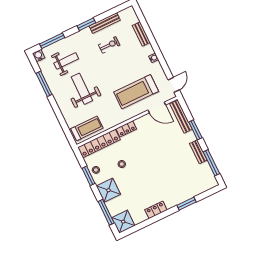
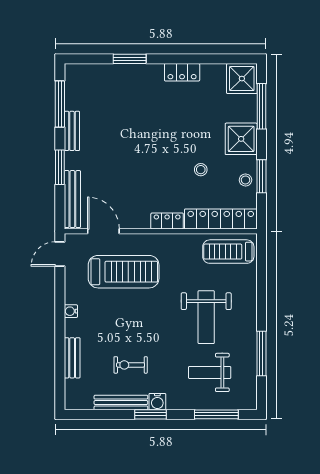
water cooler: (39, 56) -> (157, 402), moved

